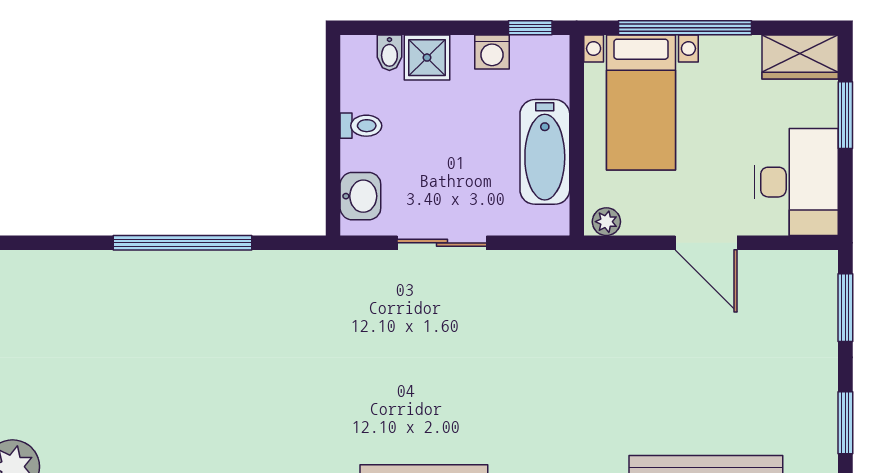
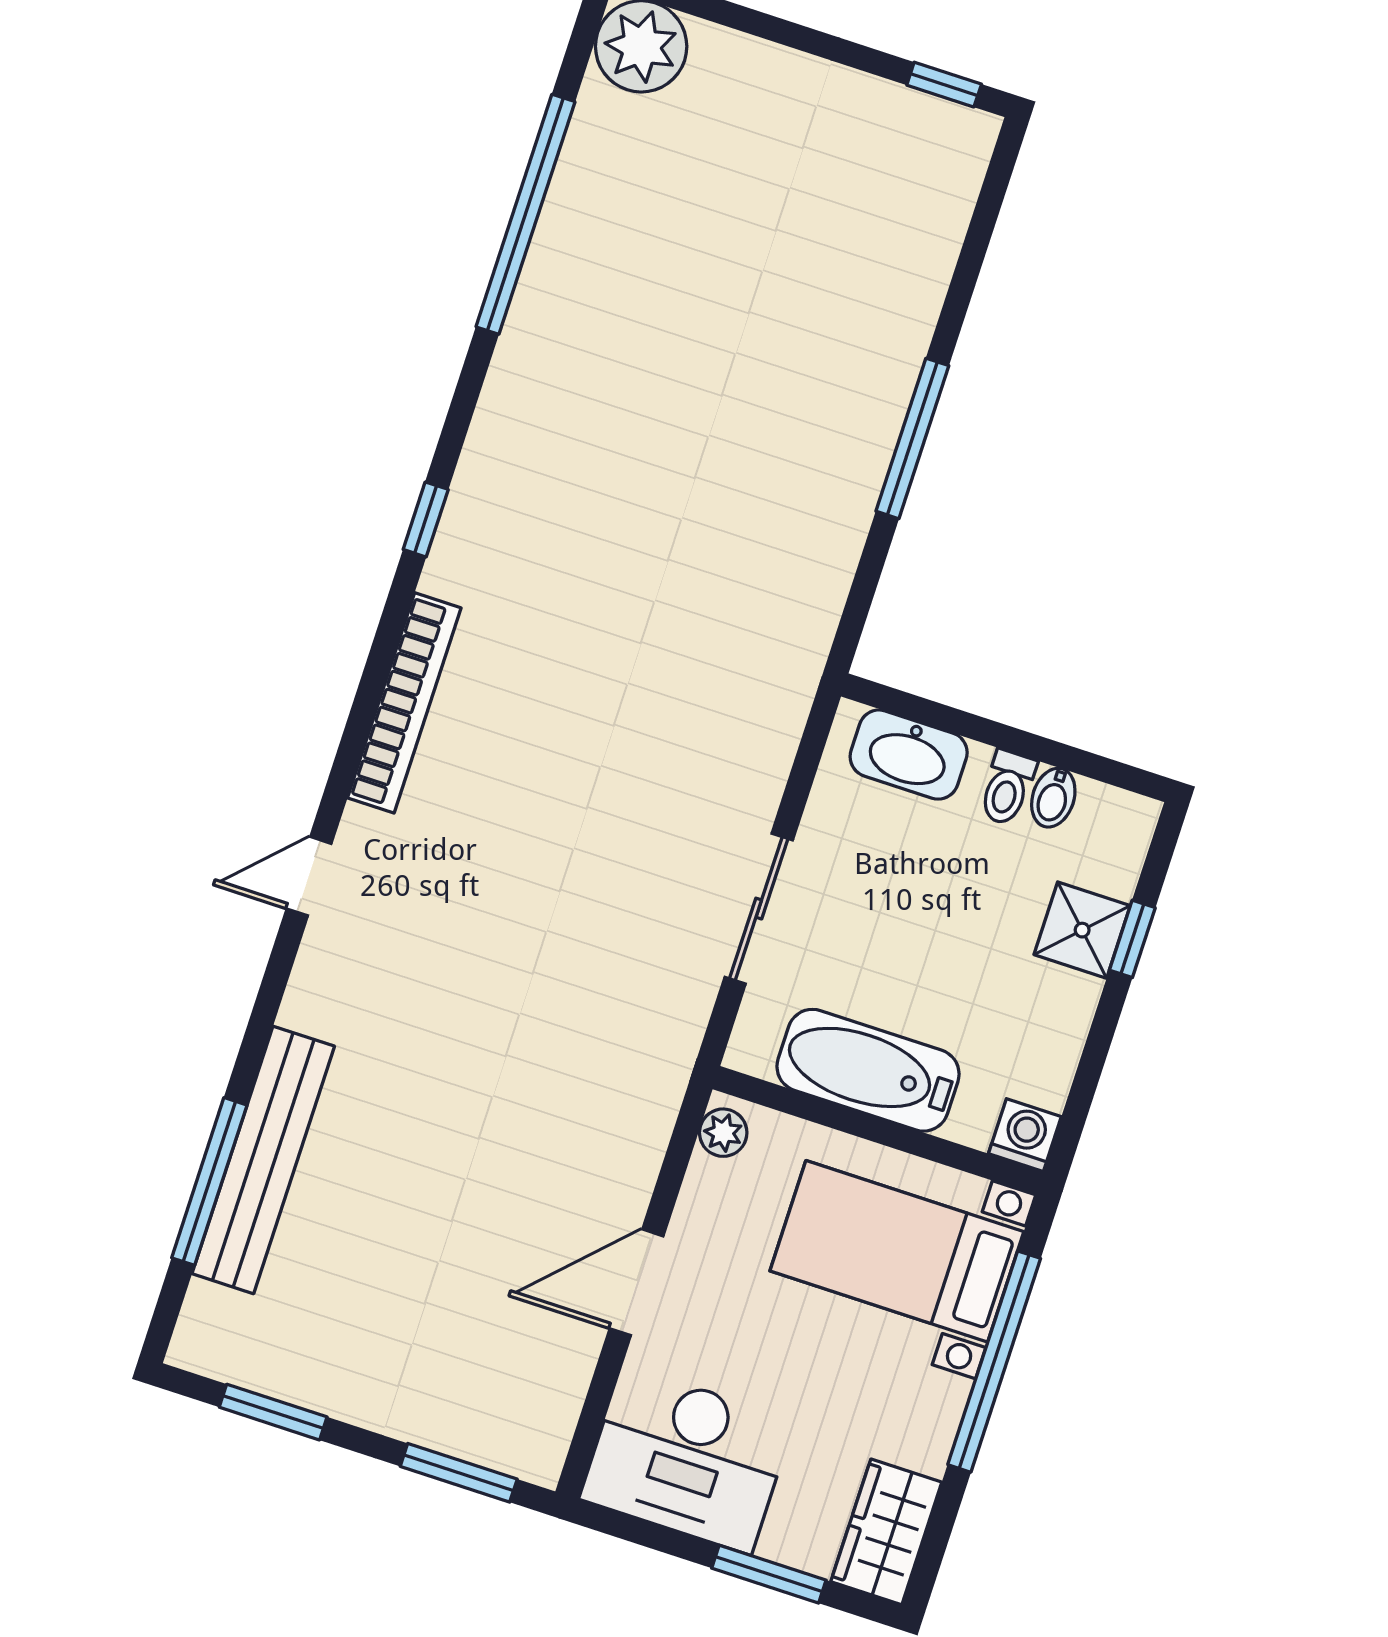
window: (530, 28) -> (1132, 939), moved
washing machine: (492, 52) -> (1025, 1135), moved, turned 90
bidet: (389, 53) -> (1053, 798), moved, turned -90
washbasin: (360, 196) -> (909, 755), width x1.38
window: (183, 243) -> (912, 438), width x0.68
sliding door: (442, 243) -> (759, 909), moved

